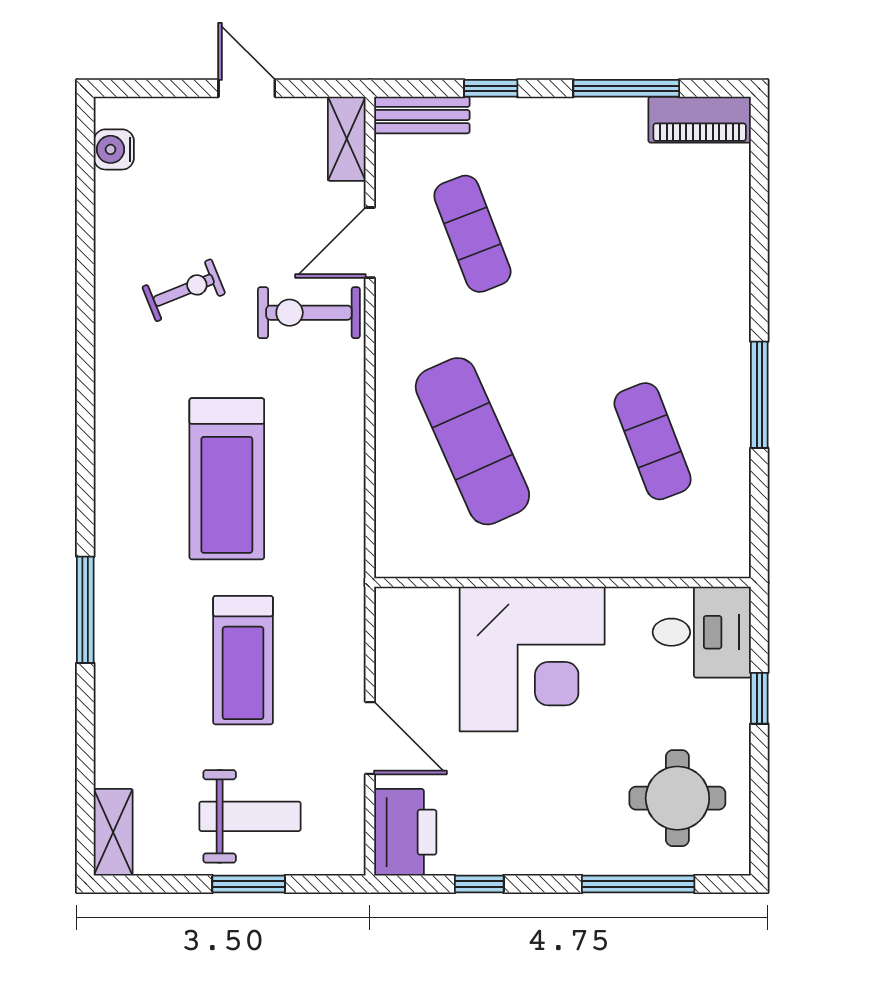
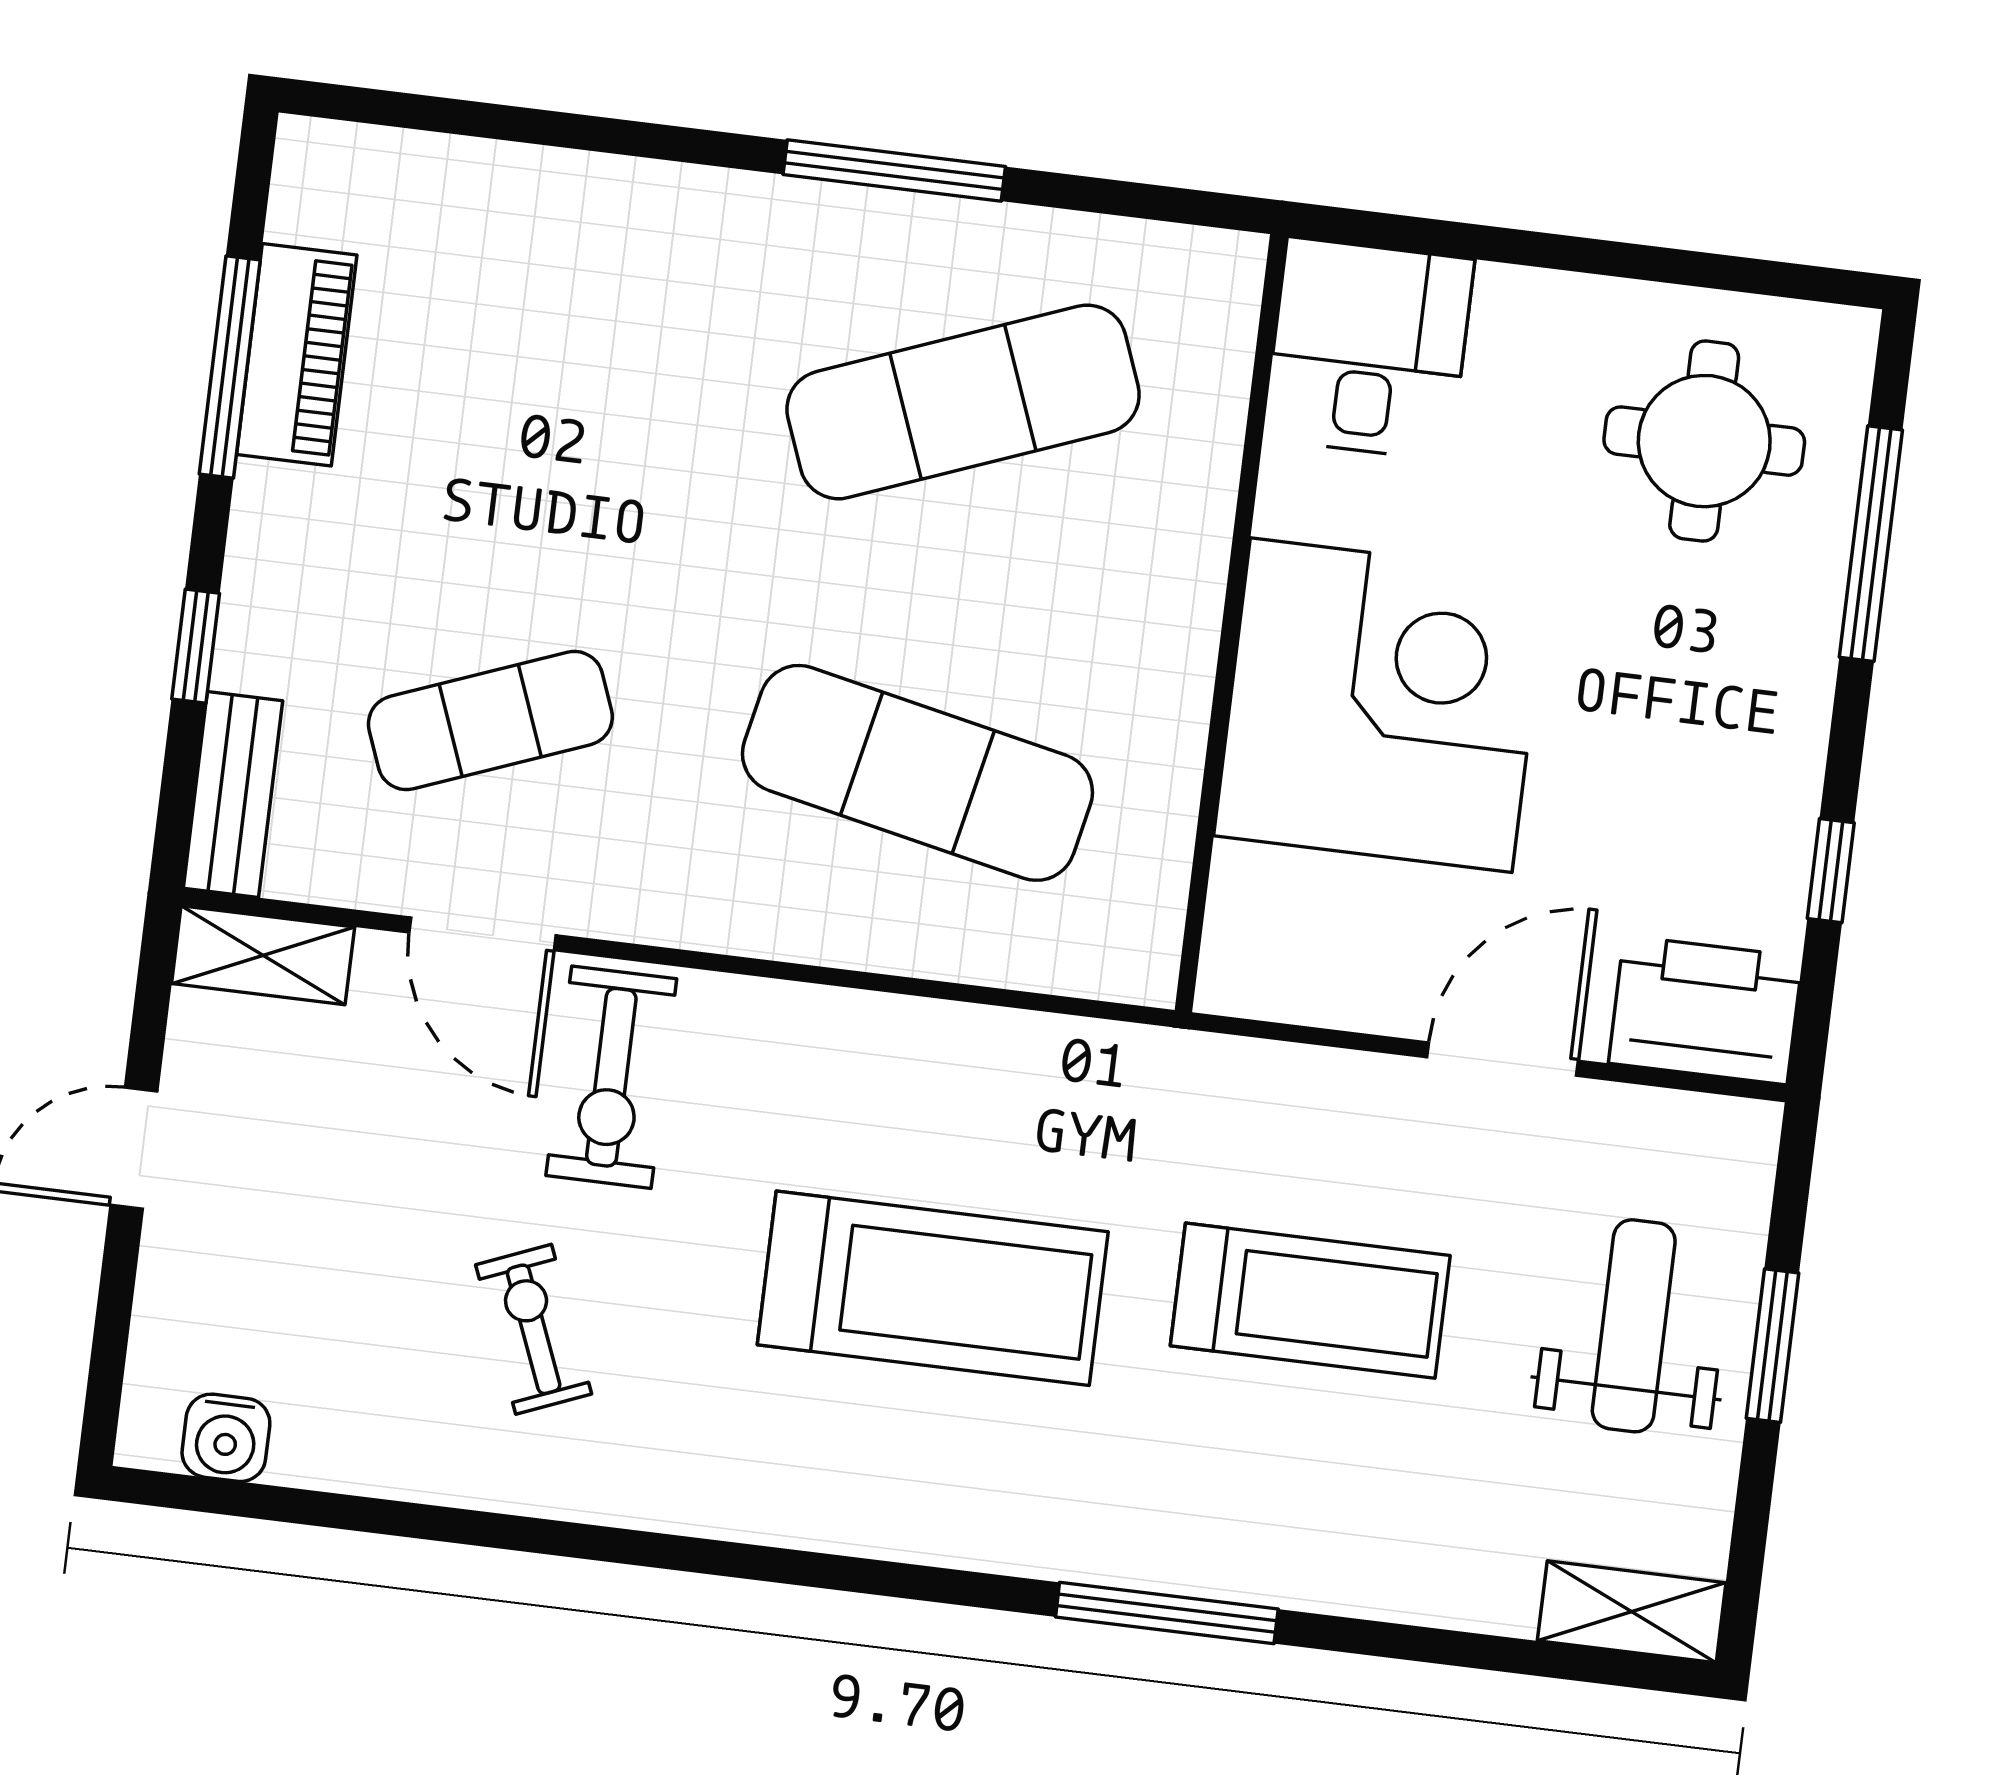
piano: (700, 120) -> (297, 355), moved
exercise mat: (472, 441) -> (917, 773), turned 36
exercise mat: (653, 441) -> (963, 402), width x1.36, depth x1.45
window: (759, 698) -> (1519, 247), removed

